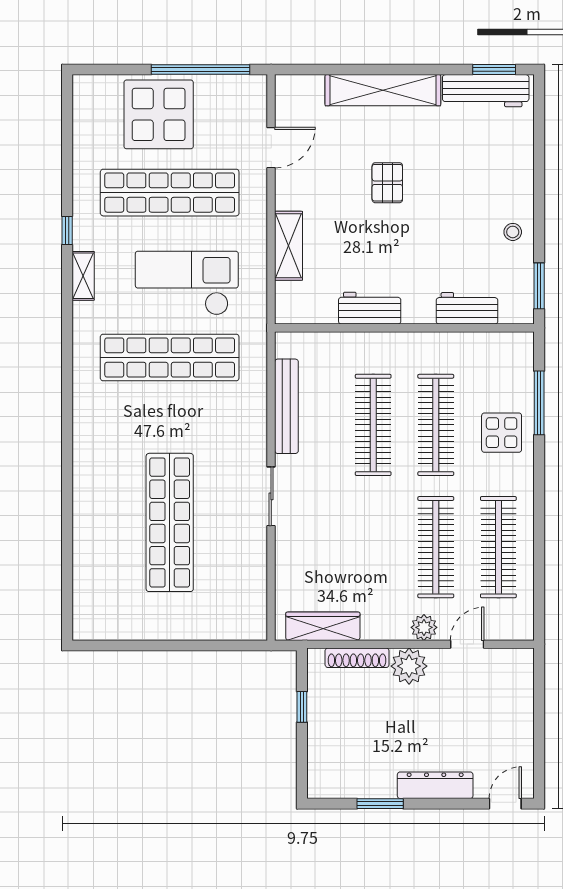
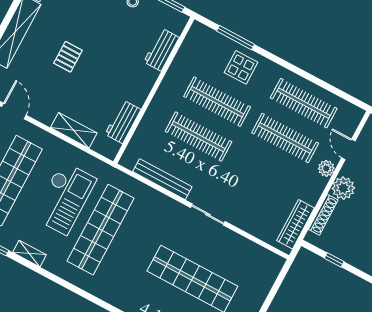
pallet: (387, 183) -> (68, 57), turned 90
checkout: (187, 283) -> (64, 198), turned 180
workbench: (370, 308) -> (123, 122), moved

